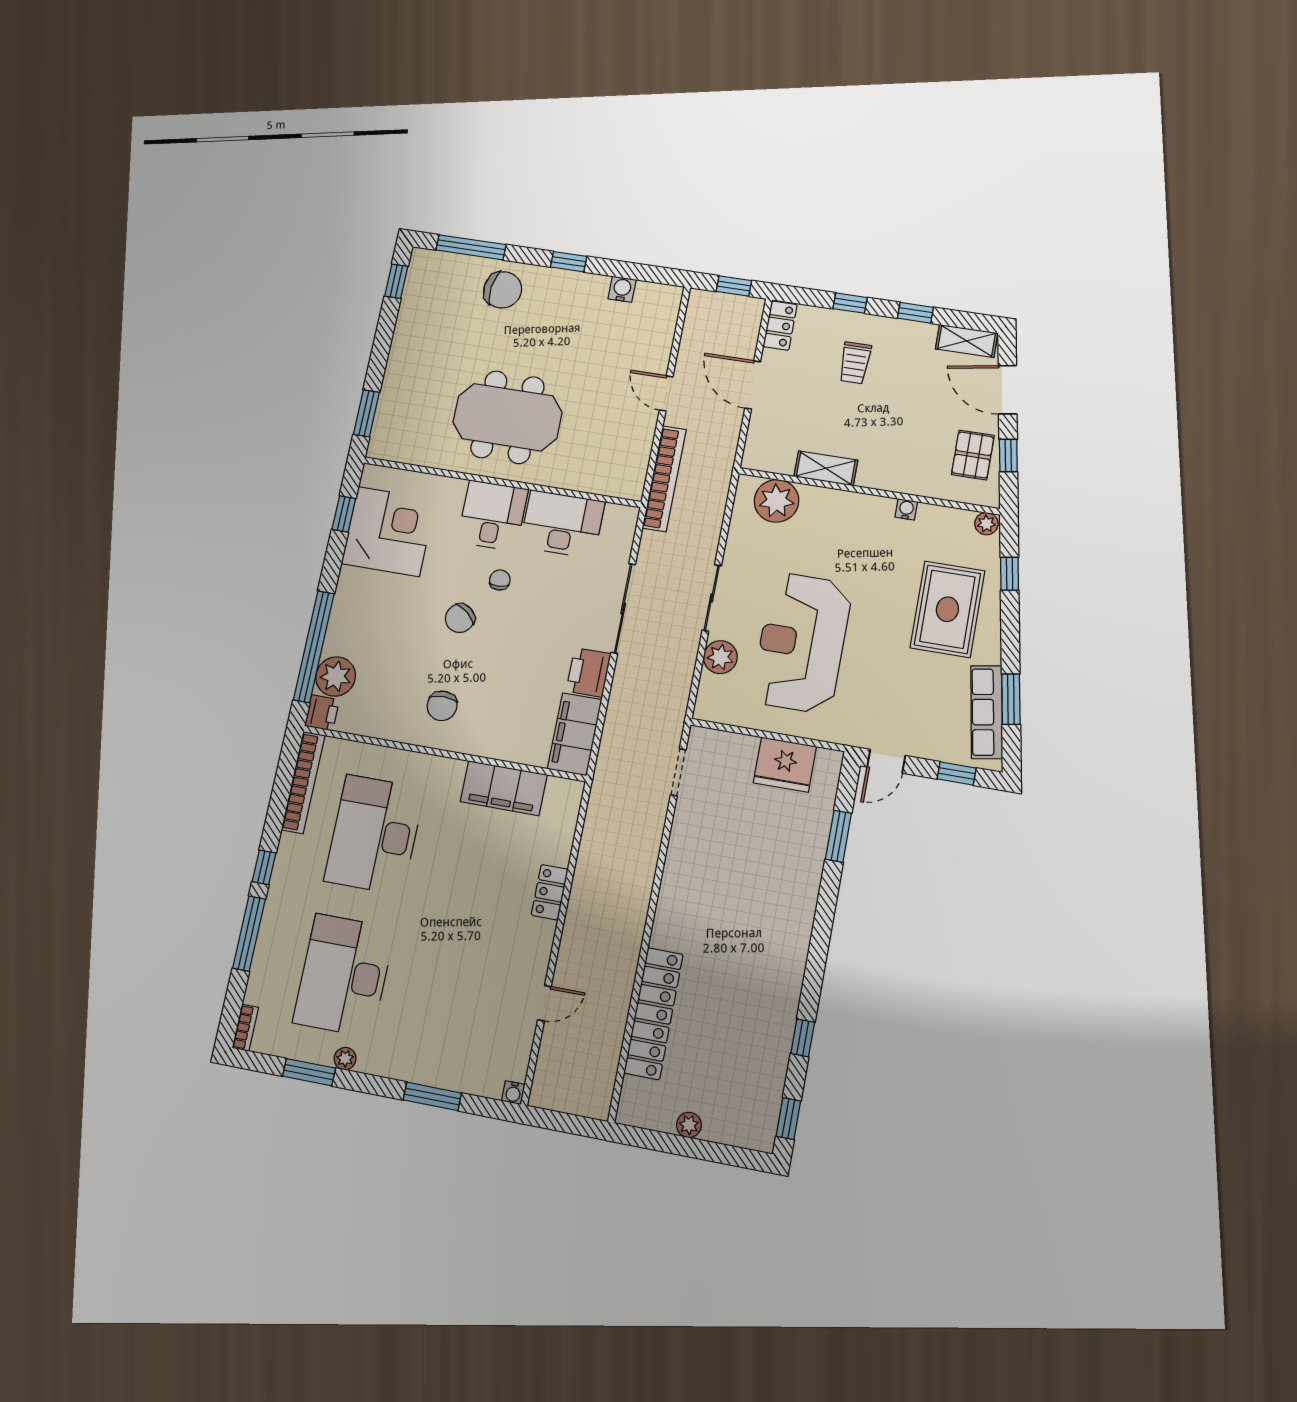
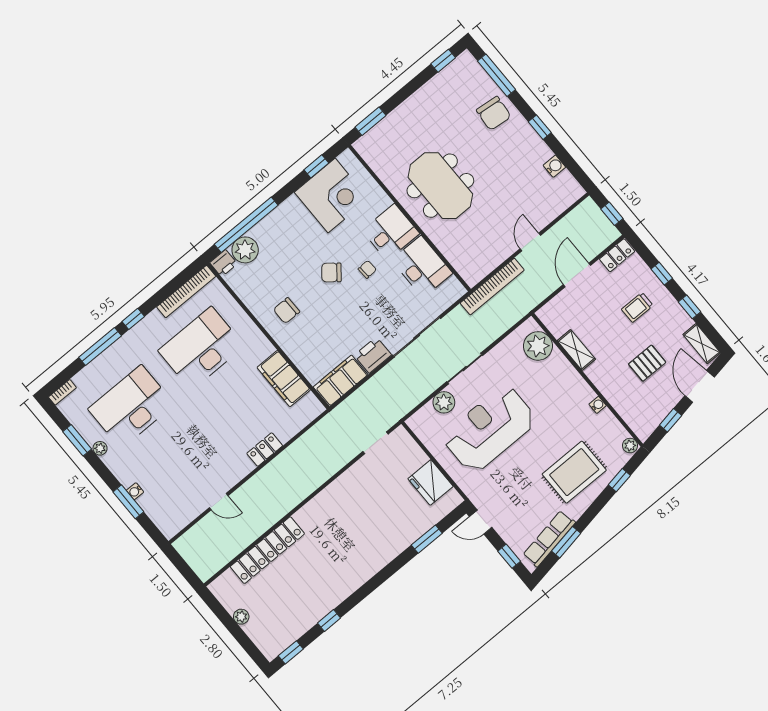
pallet: (973, 455) -> (647, 363), moved
water cooler: (513, 1093) -> (135, 491), moved

